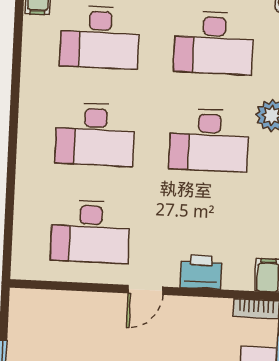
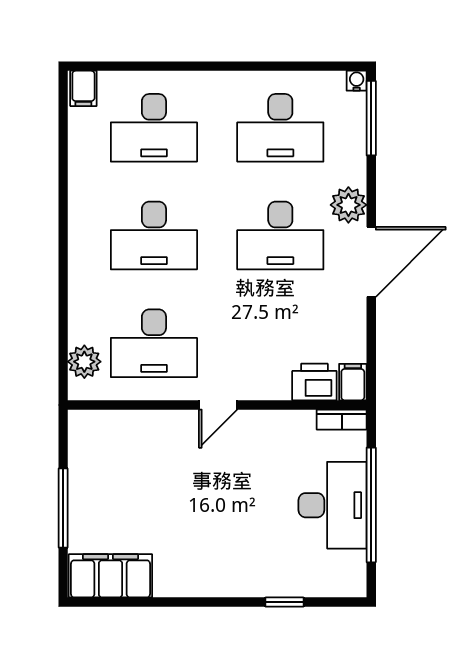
plant: (27, 245) -> (84, 362), added
printer: (201, 272) -> (314, 382), moved

